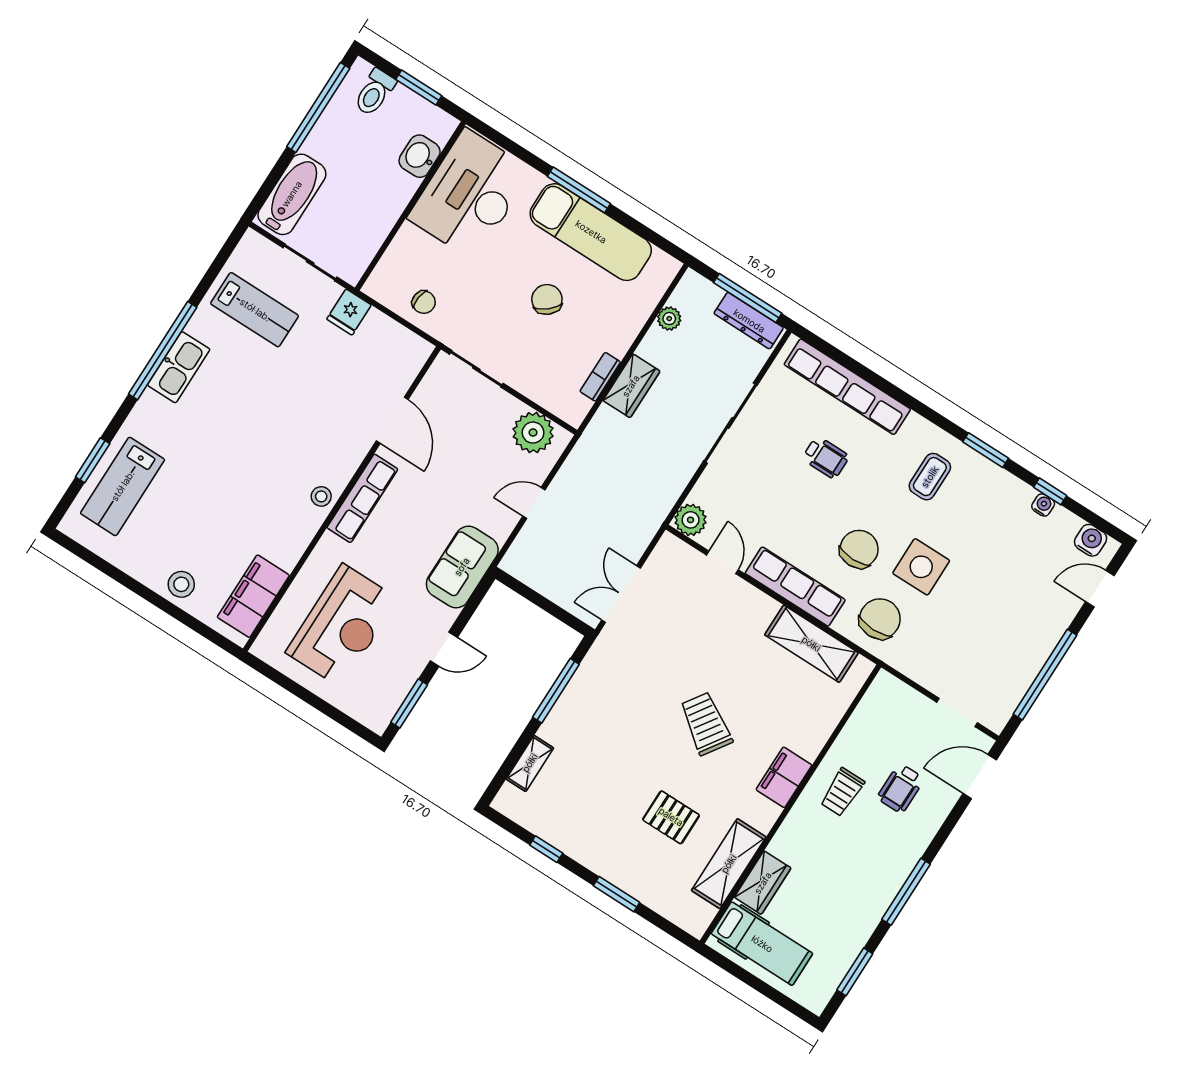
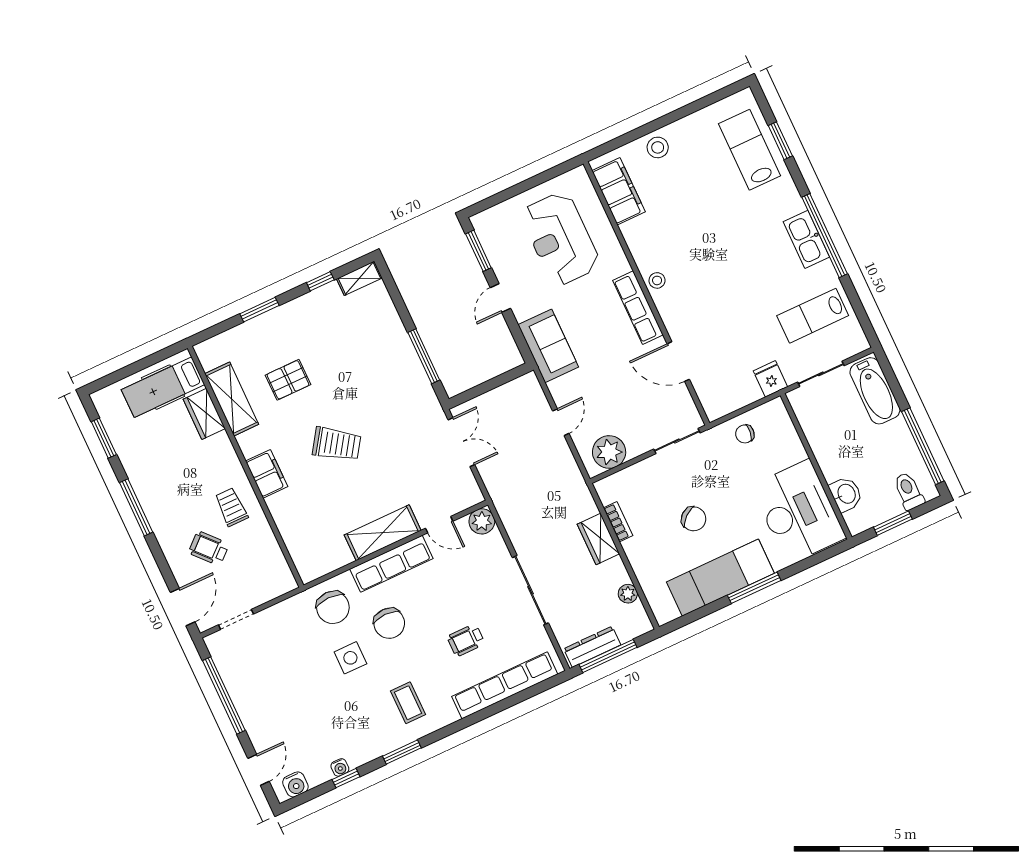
side table: (921, 567) -> (350, 658), width x0.73, depth x0.73
shelving: (811, 644) -> (383, 533), moved
shelving: (530, 763) -> (359, 278), moved, turned 90
wheelchair: (901, 788) -> (209, 548), turned -42

